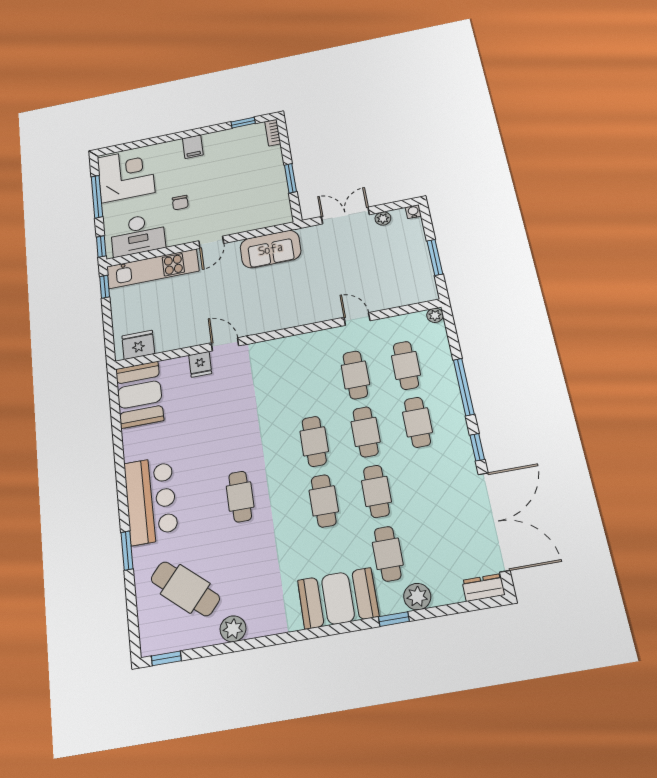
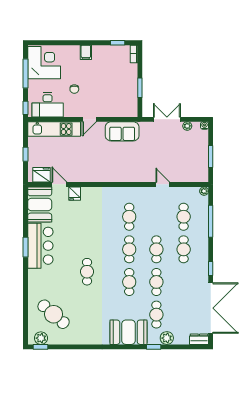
window: (105, 287) -> (26, 154), moved
door: (225, 344) -> (59, 184), moved
cafe table: (355, 375) -> (129, 217), moved
window: (464, 387) -> (211, 221), moved
bar counter: (151, 500) -> (40, 246), moved
window: (127, 550) -> (26, 247), moved
plant: (233, 629) -> (41, 338), moved

